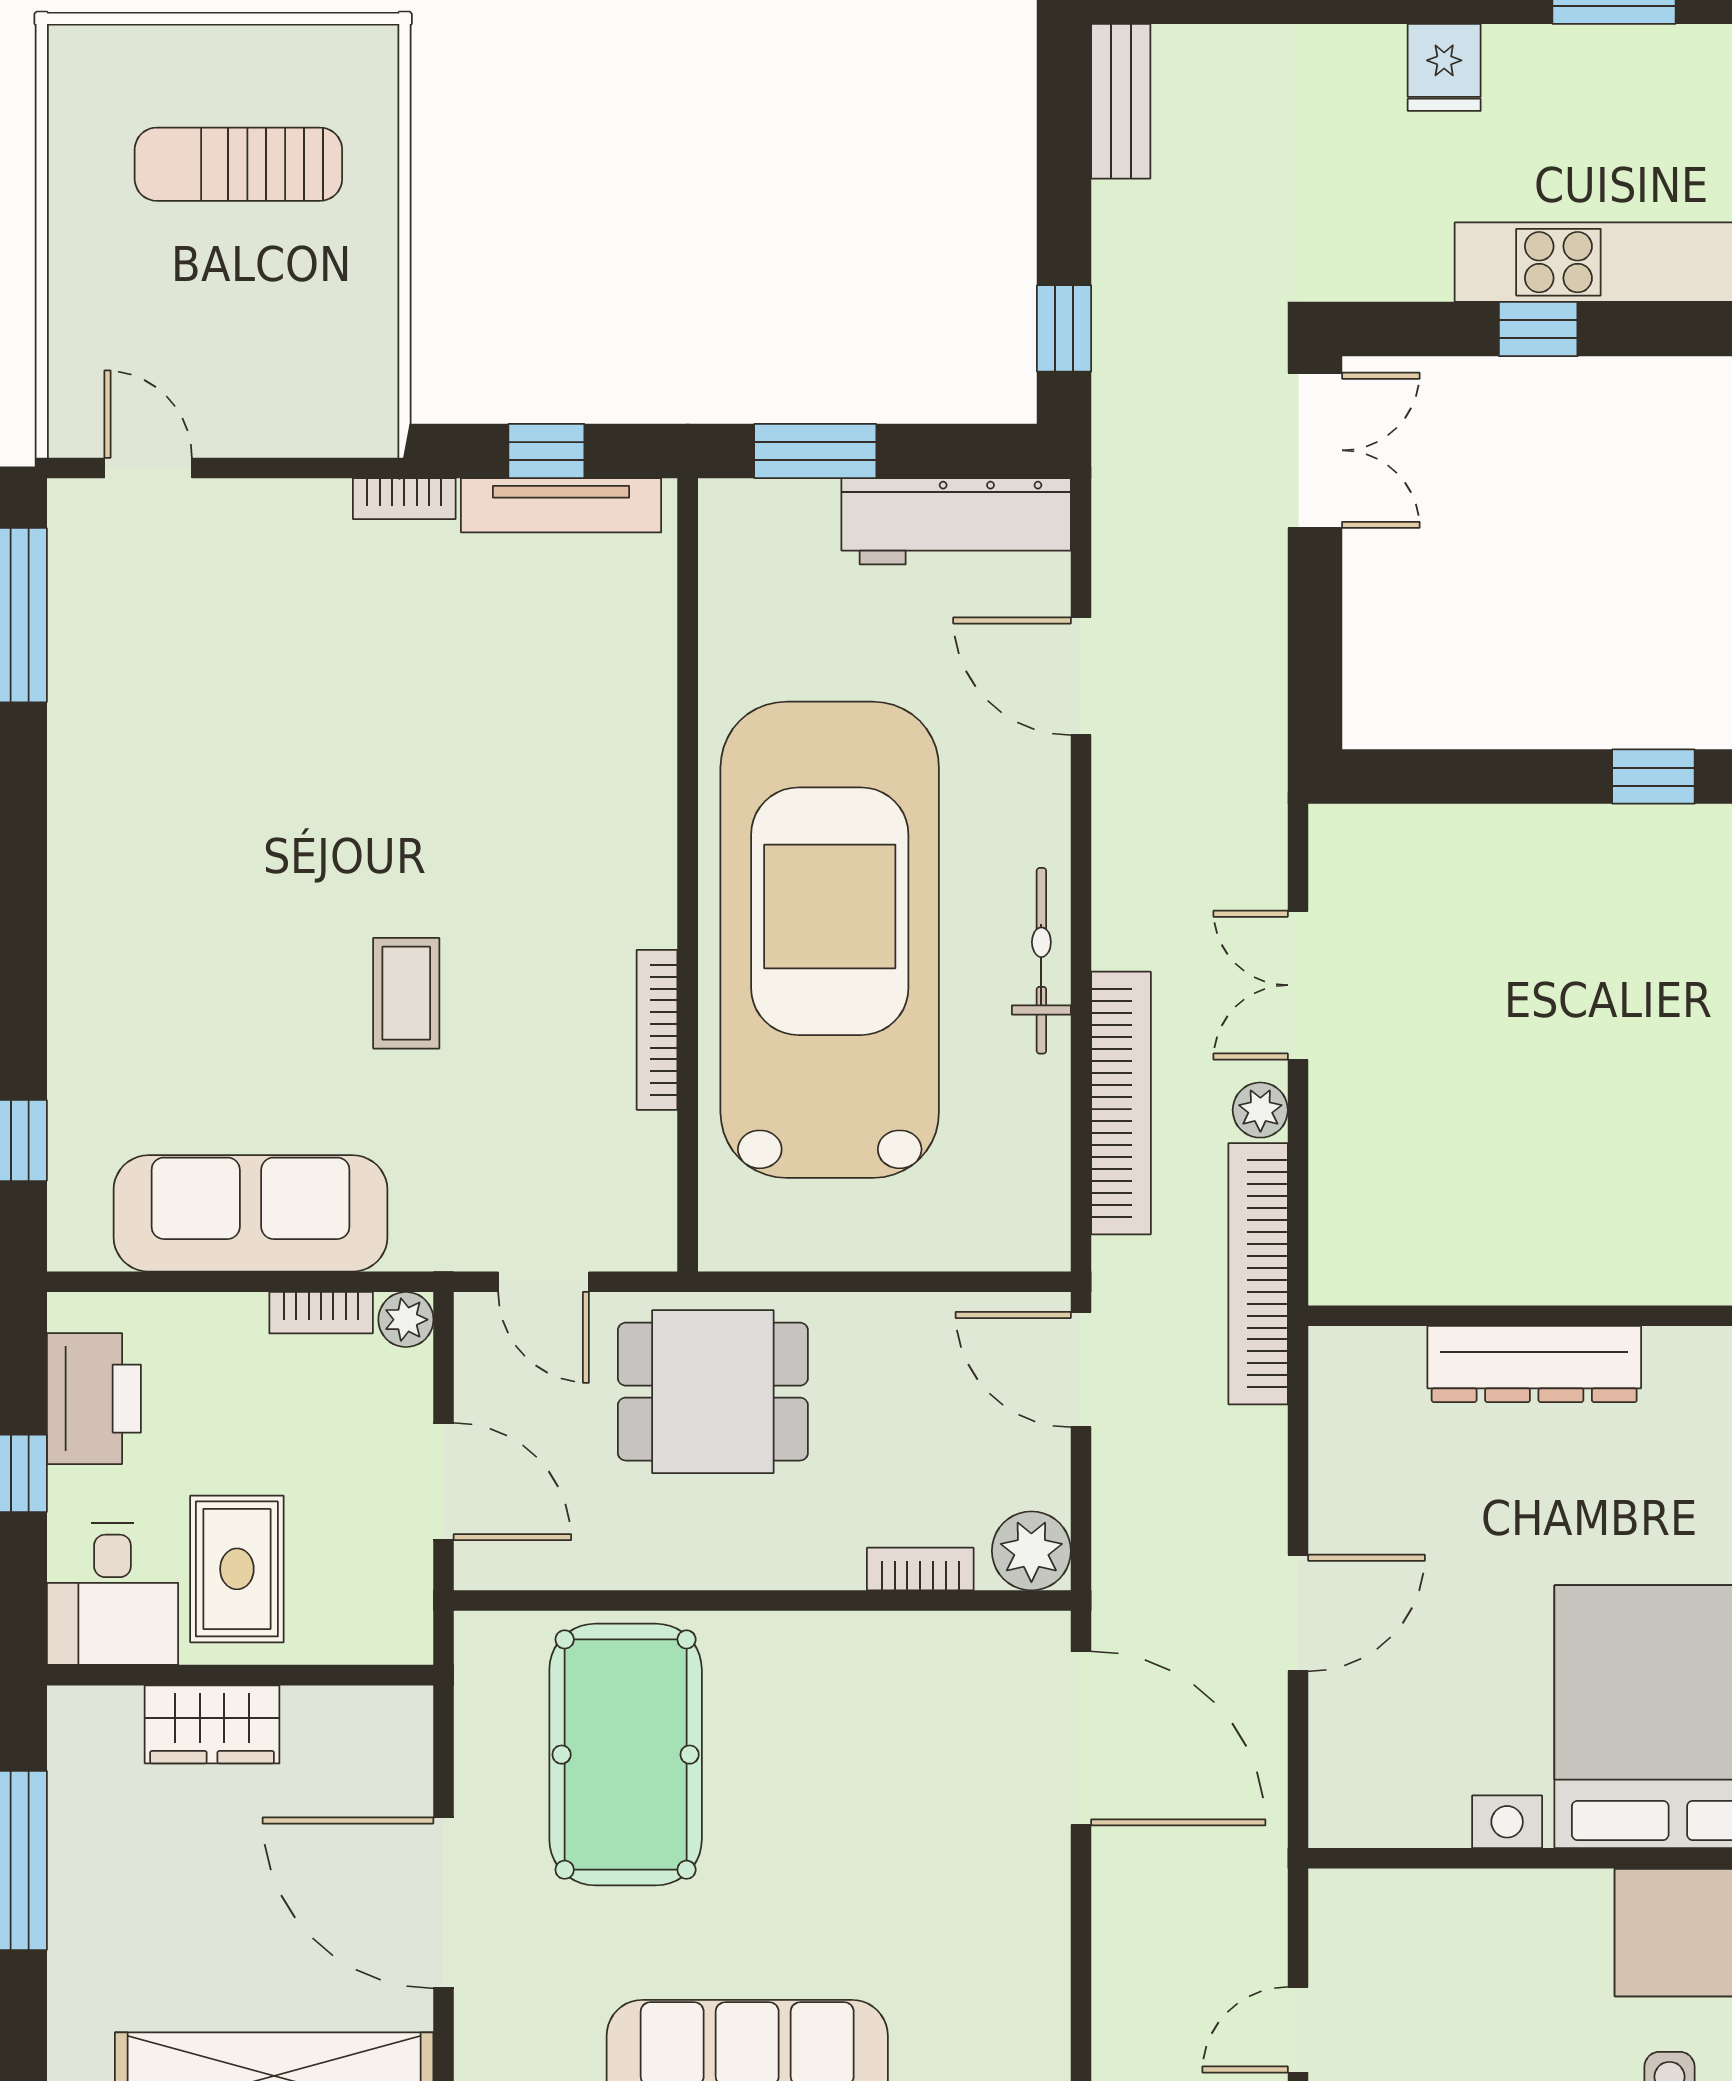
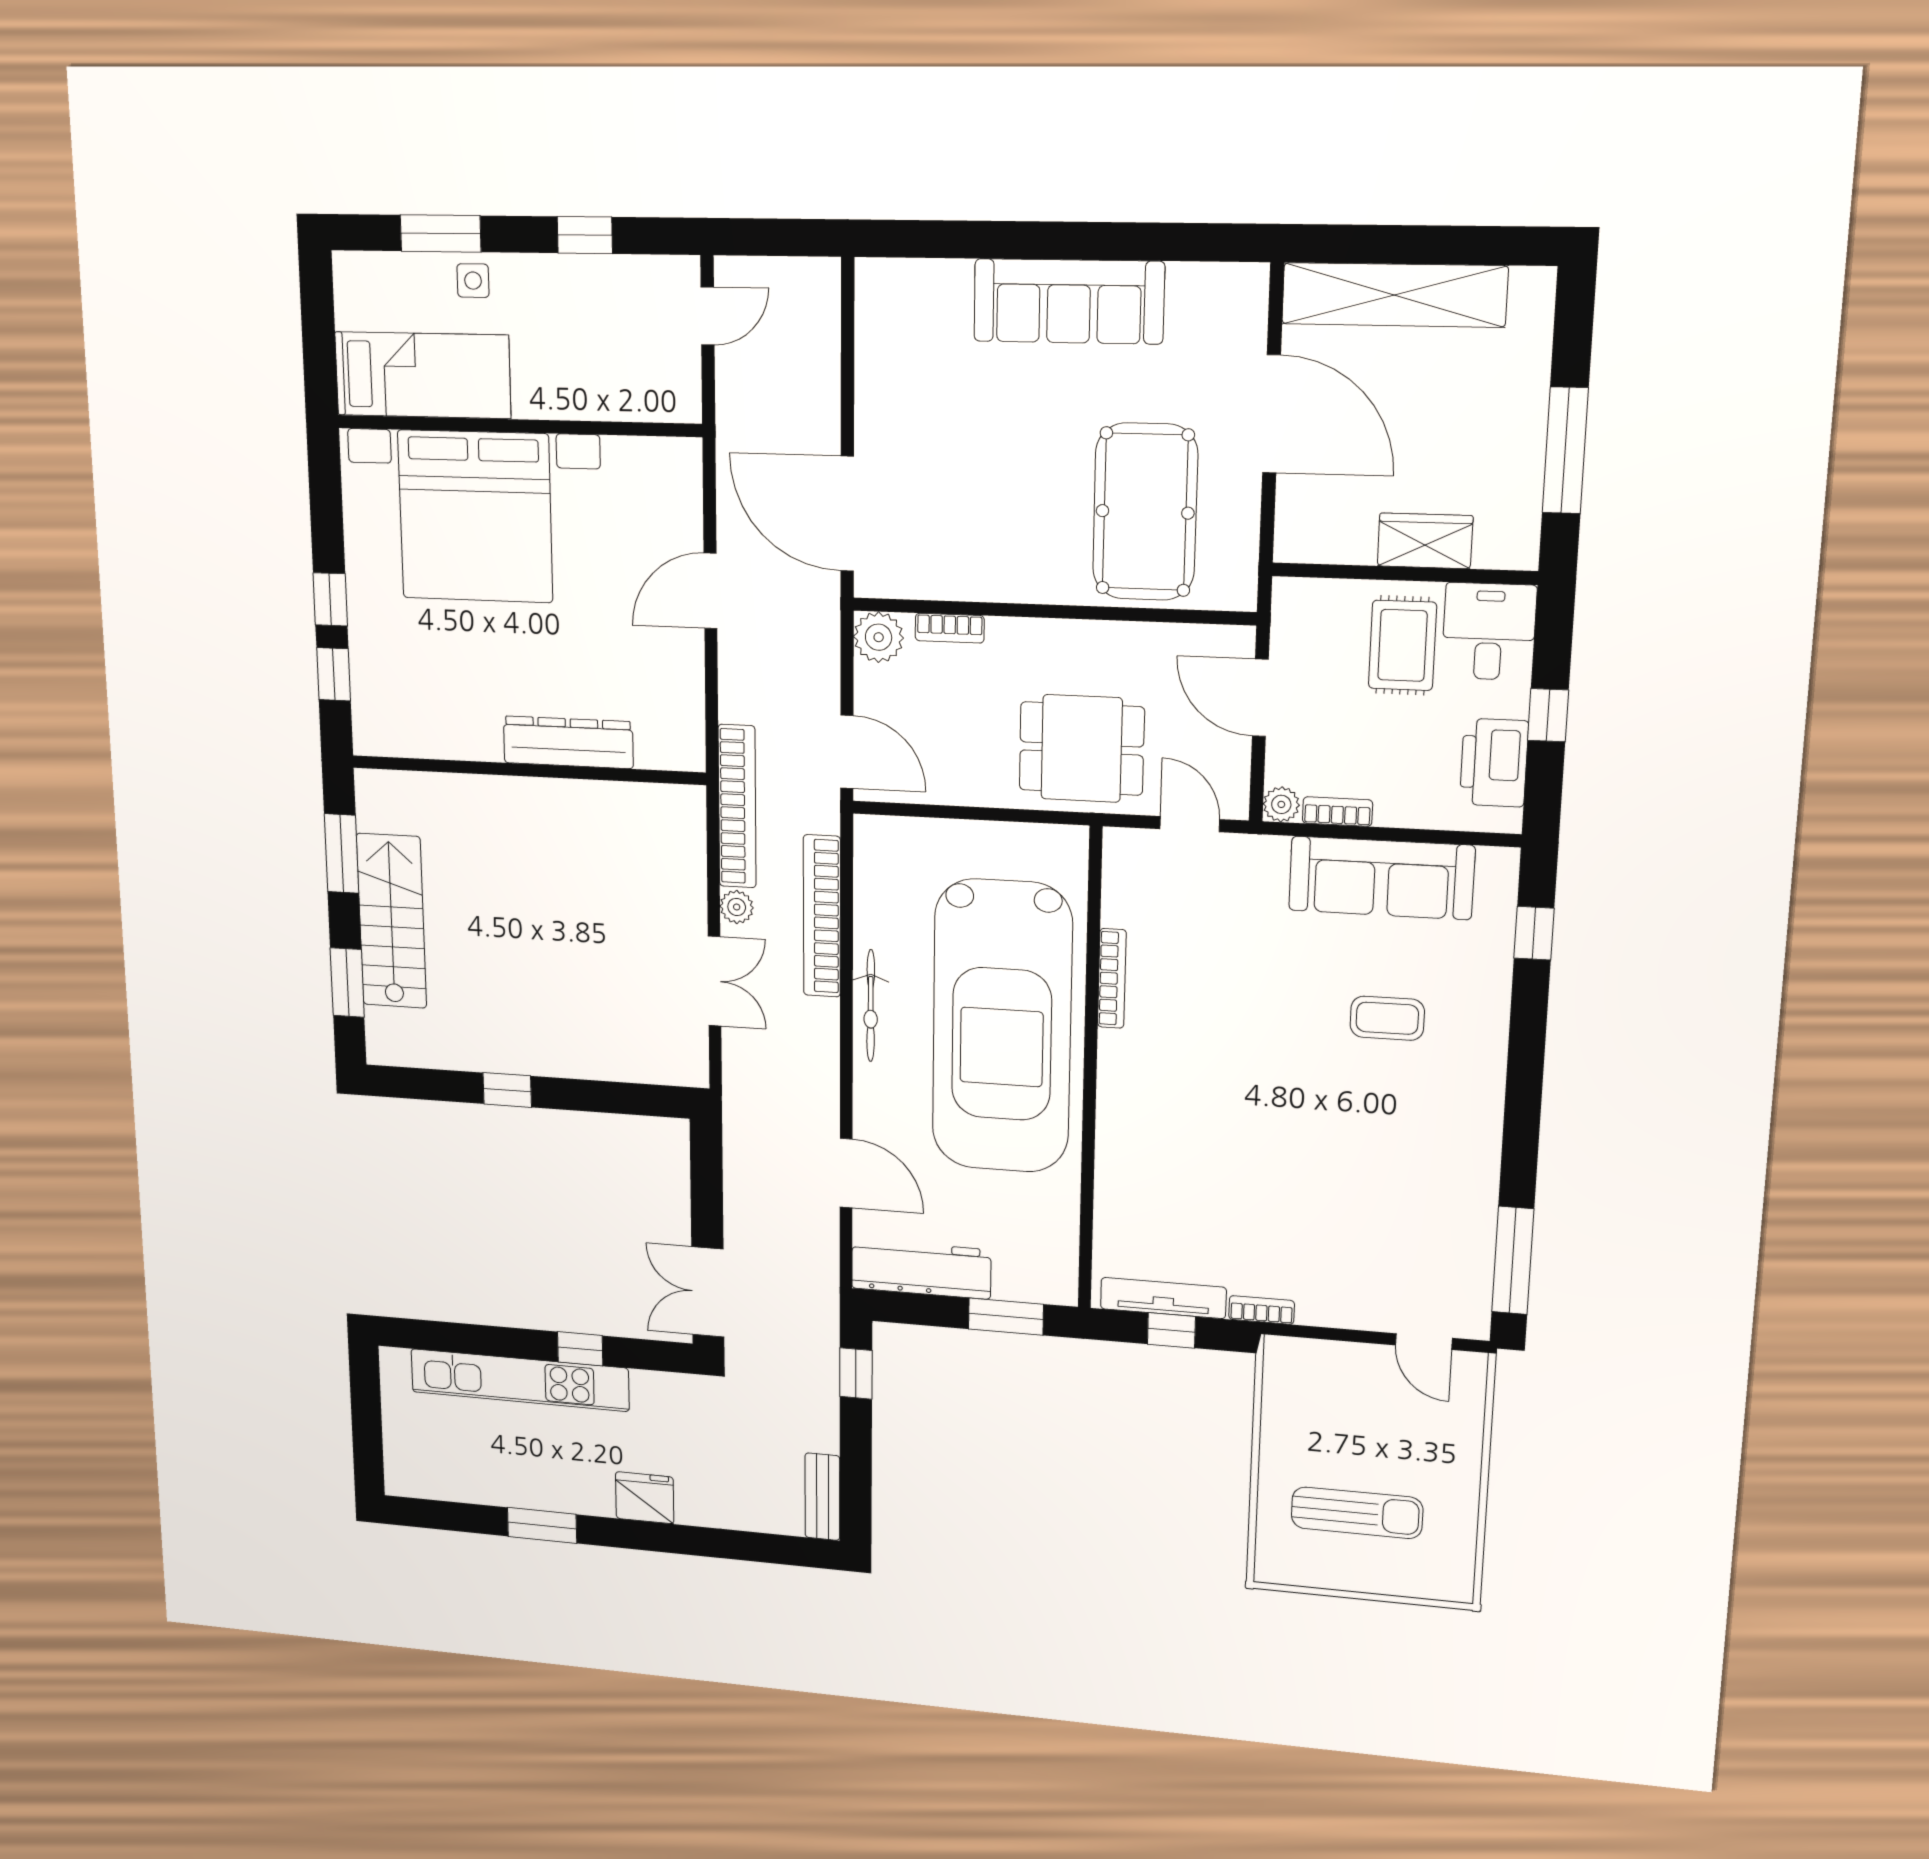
fridge: (1444, 67) -> (645, 1498), width x1.38
coffee table: (406, 993) -> (1387, 1018), moved, turned 90

